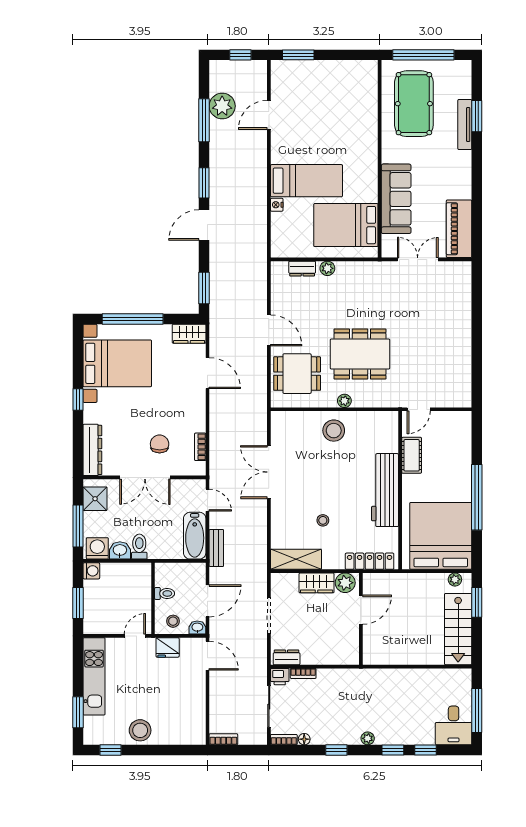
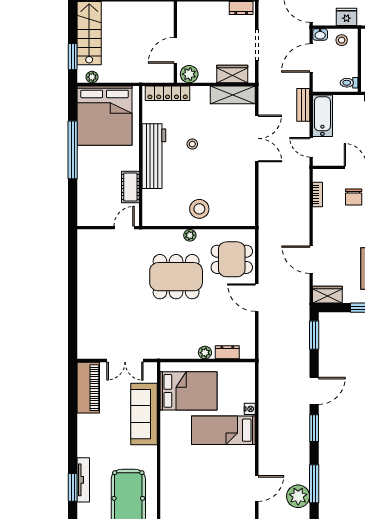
double door: (269, 472) -> (257, 138), moved
stool: (323, 520) -> (192, 144), moved
wardrobe: (317, 583) -> (232, 74), moved
toilet: (165, 593) -> (349, 83), moved

